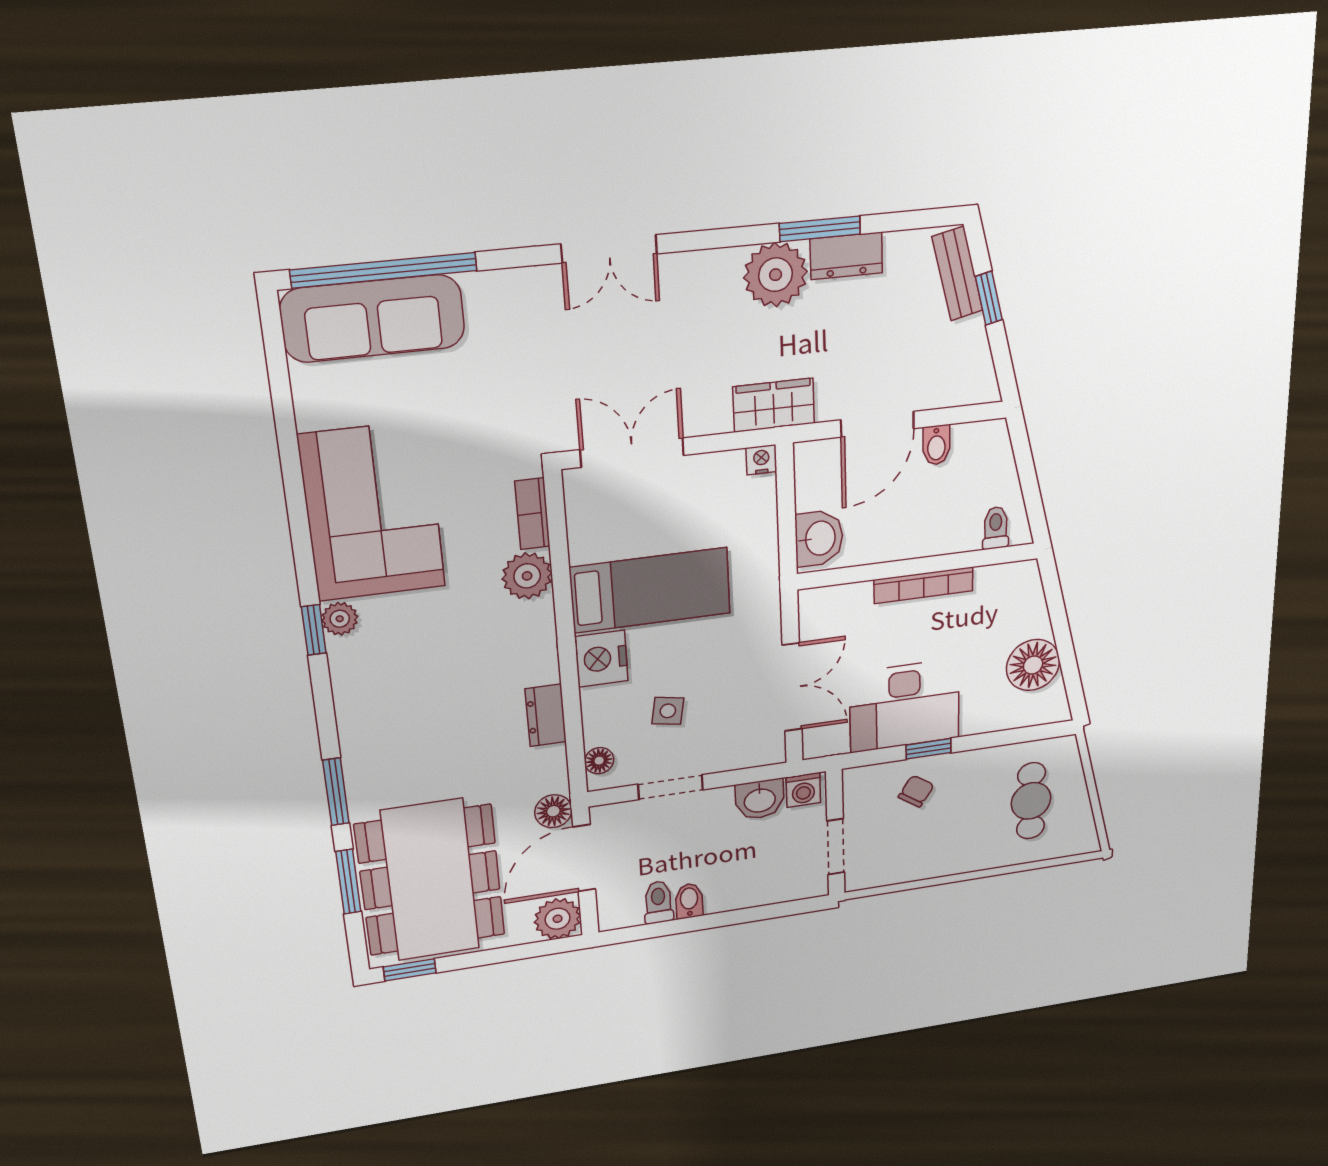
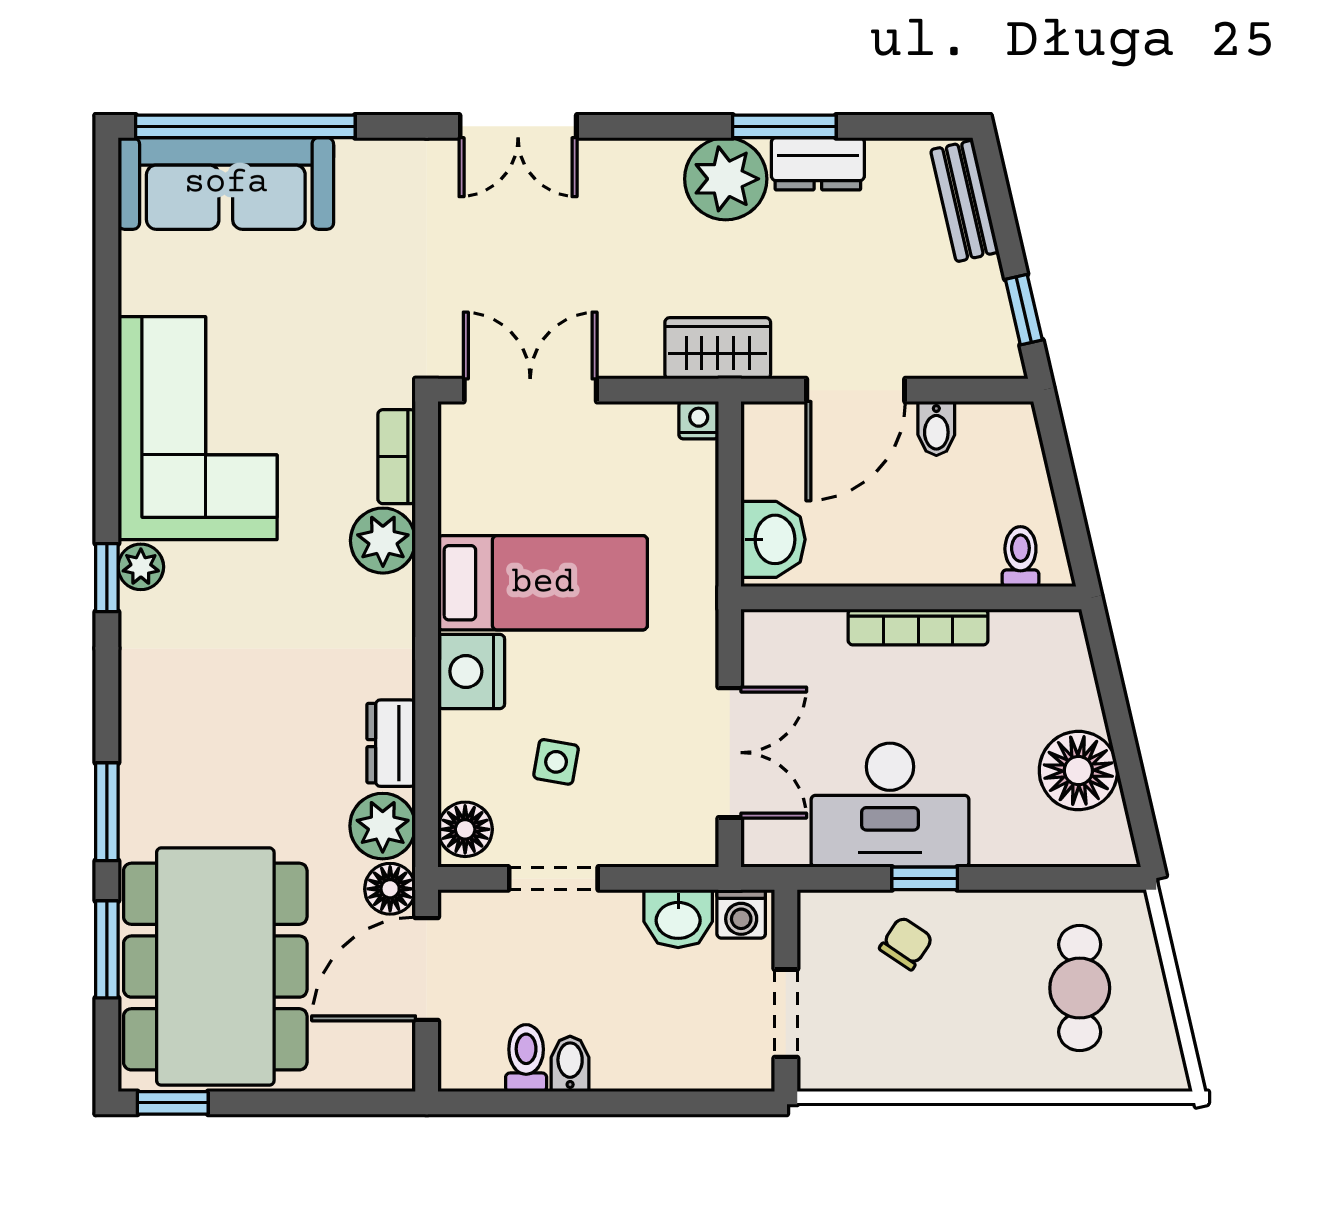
window: (989, 298) -> (1024, 310), moved
floor lamp: (599, 761) -> (465, 829), width x1.37, depth x1.37
plant: (558, 919) -> (383, 826), moved

